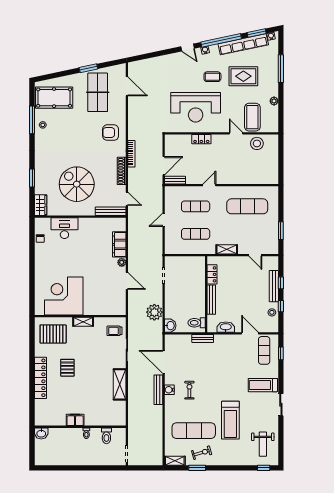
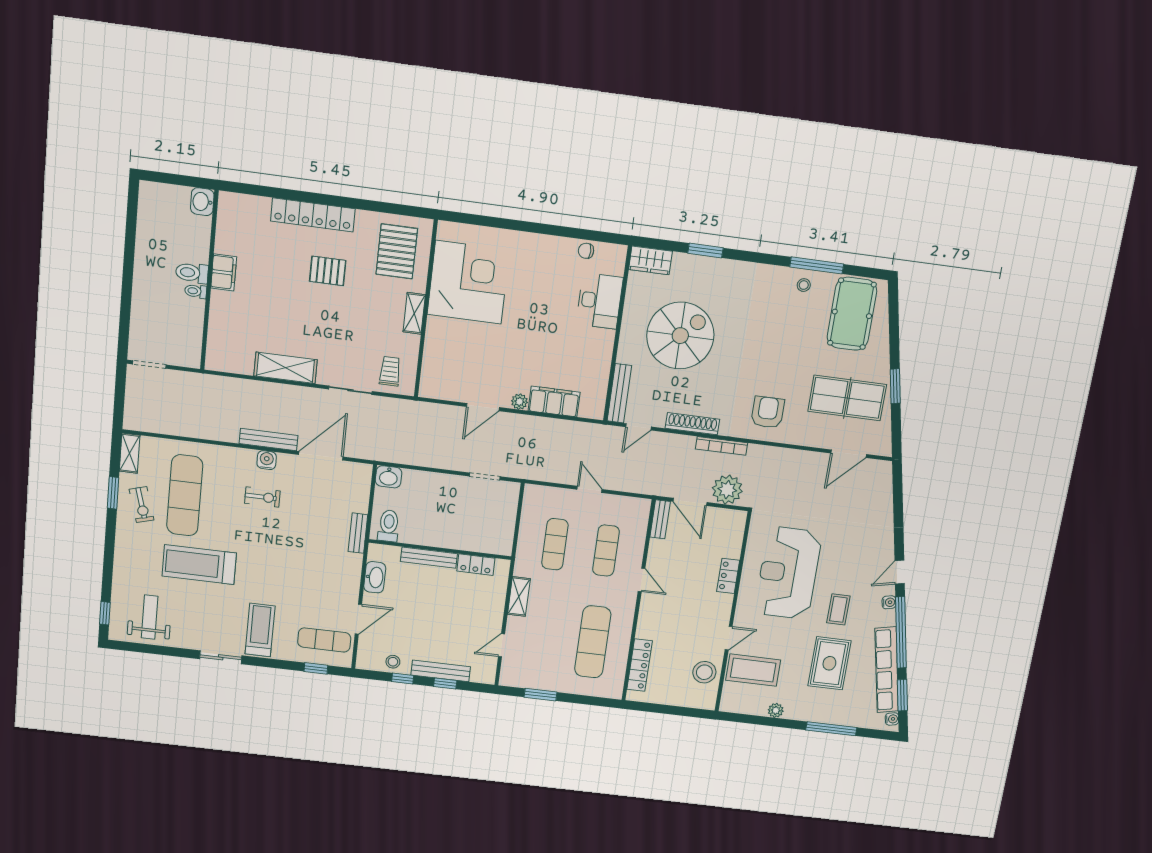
locker: (257, 179) -> (640, 665), added
plant: (154, 312) -> (727, 490), moved
toilet: (106, 436) -> (192, 273), moved
weight bench: (263, 444) -> (150, 617), turned 90

